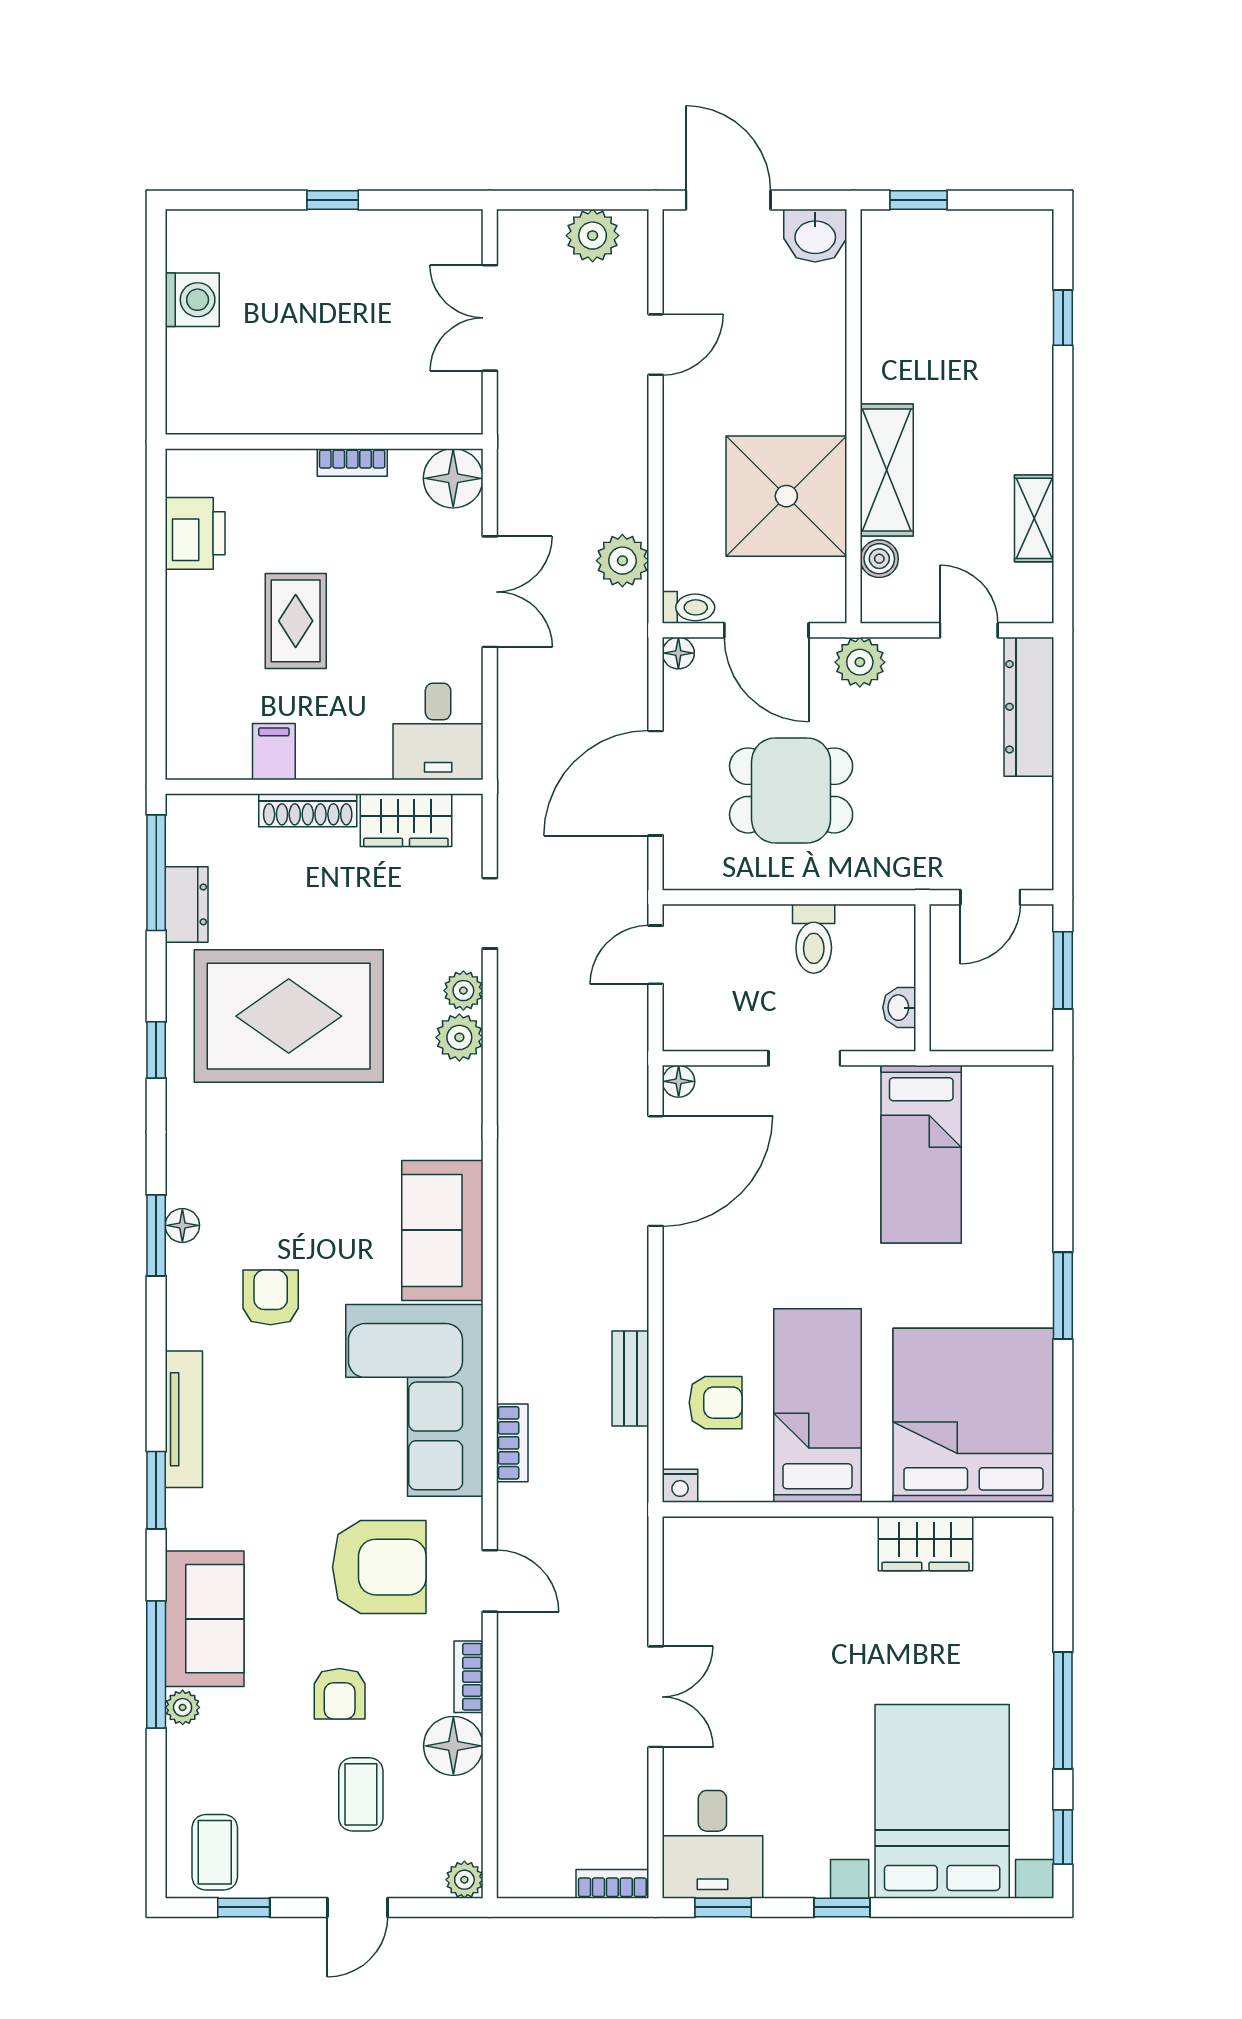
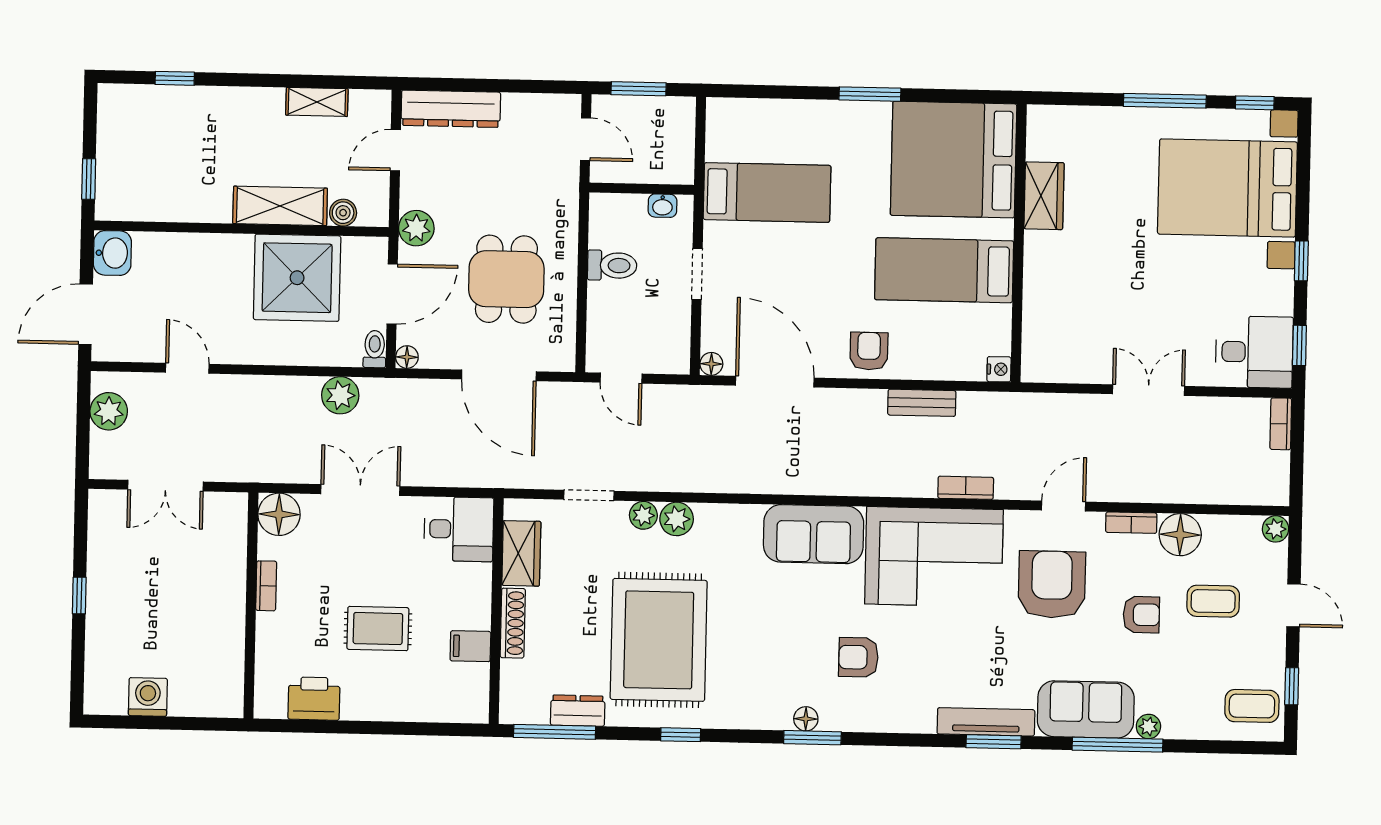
armchair: (716, 1403) -> (869, 351), moved
tv unit: (184, 1419) -> (986, 722), moved

